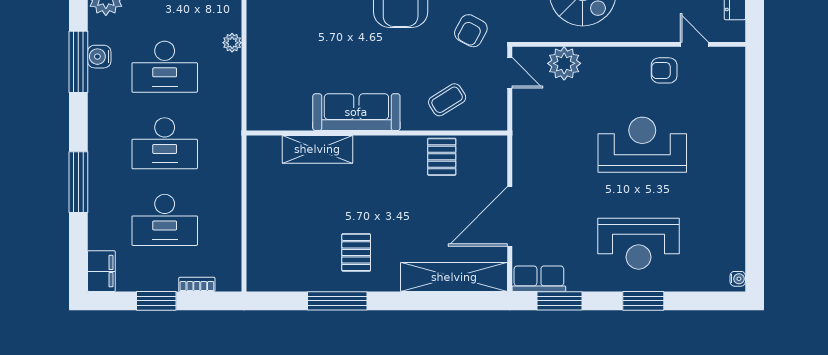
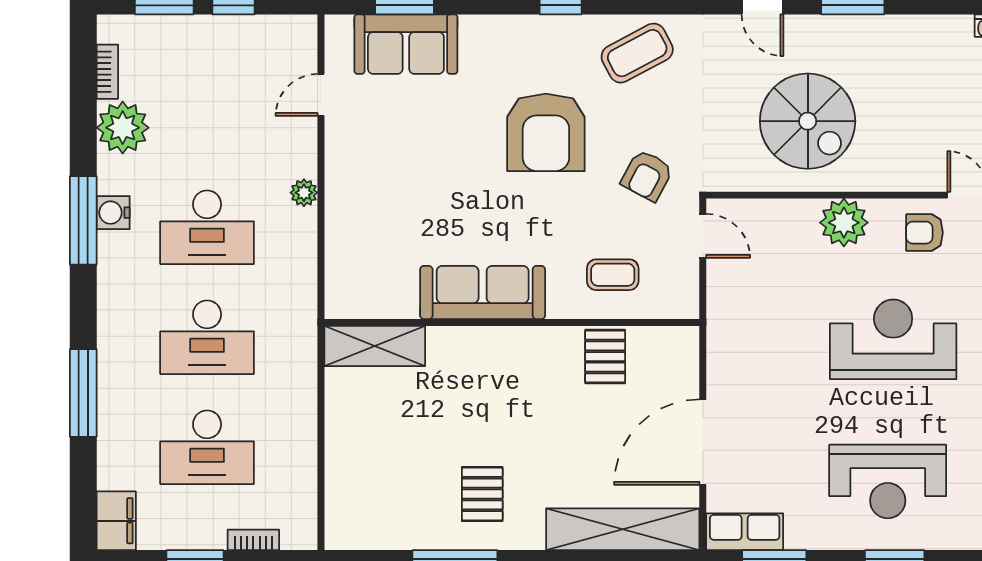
plant: (564, 63) -> (844, 223), moved
coffee table: (447, 100) -> (613, 275), turned 32
shelving: (317, 149) -> (375, 346), moved

